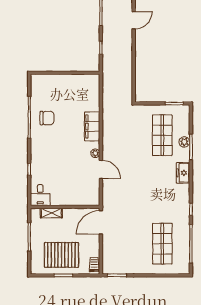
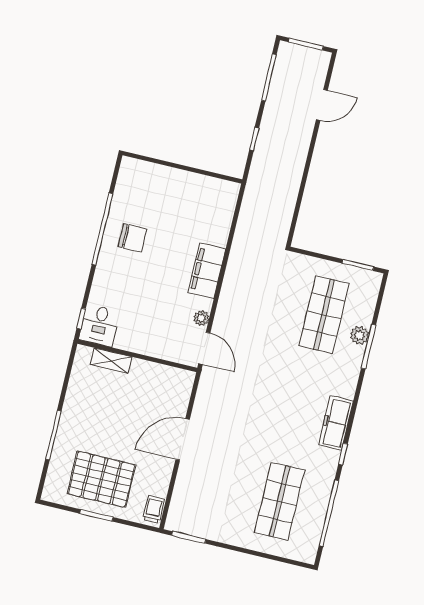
freezer: (183, 173) -> (336, 423), moved, width x1.40
desk: (40, 195) -> (99, 325), moved
wall: (65, 207) -> (137, 356), moved
shelving: (51, 213) -> (111, 361), moved

